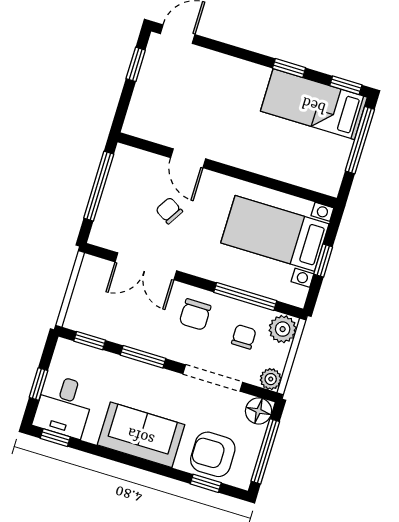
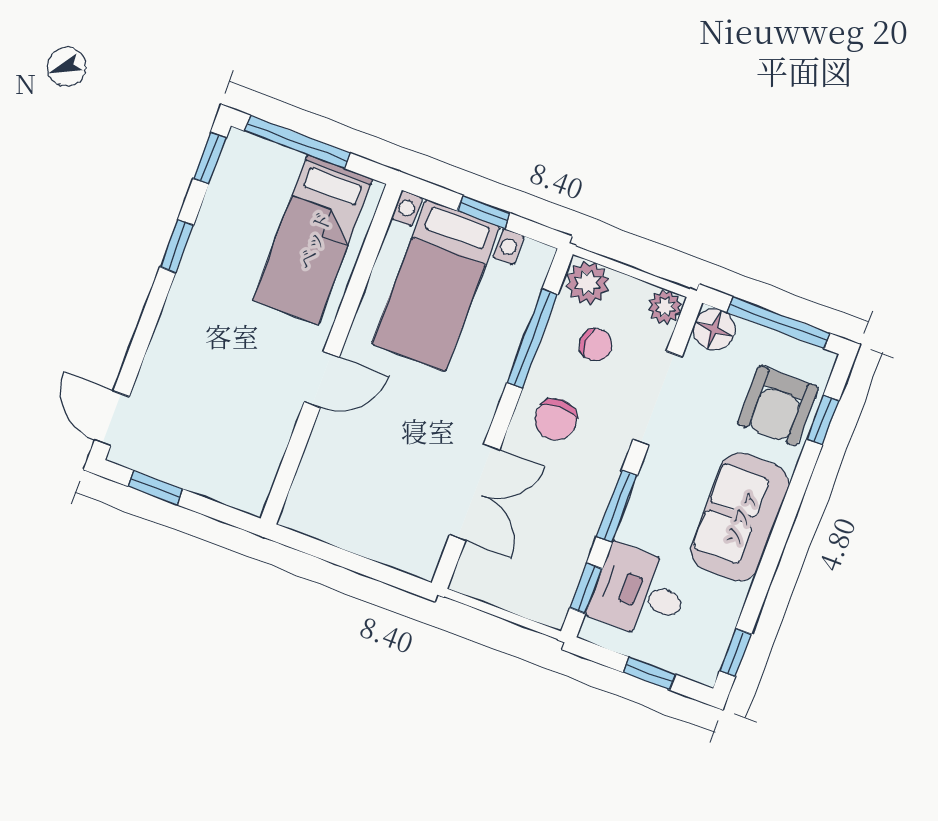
bed: (314, 104) -> (313, 240), moved
door: (188, 158) -> (322, 380), moved
window: (99, 186) -> (343, 558), removed
chair: (169, 211) -> (389, 450), removed
chair: (195, 315) -> (556, 419), turned 90
chair: (244, 337) -> (596, 345), turned 180
desk: (64, 406) -> (640, 593), moved, turned 180

